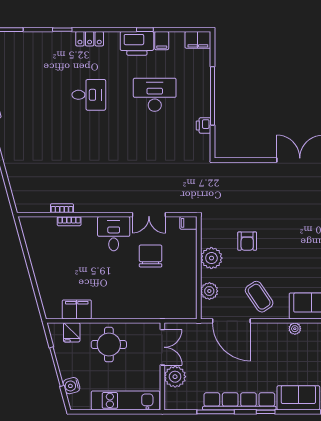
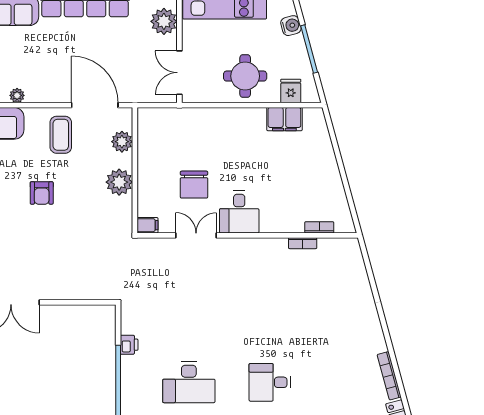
bookcase: (69, 221) -> (319, 227), moved
armchair: (247, 241) -> (42, 193), moved, turned 180
coffee table: (259, 297) -> (61, 135), turned 34
plant: (175, 377) -> (164, 21), moved

